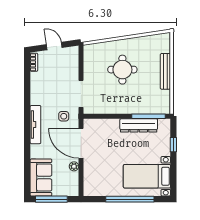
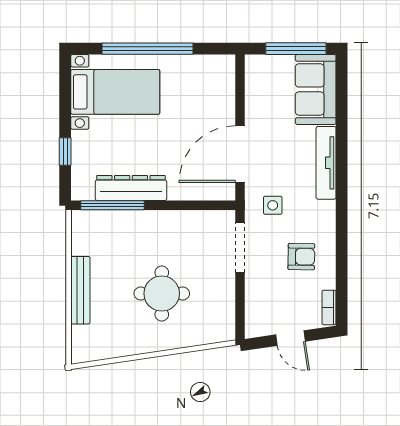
armchair: (49, 89) -> (301, 257), added
tv unit: (35, 125) -> (326, 163), moved
door: (81, 143) -> (240, 154), swing flipped
plant: (74, 166) -> (253, 111), removed

